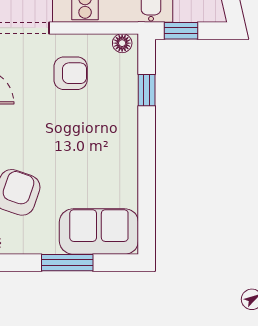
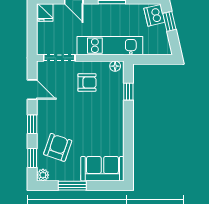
window: (181, 31) -> (147, 59), removed
window: (67, 263) -> (72, 186), moved

